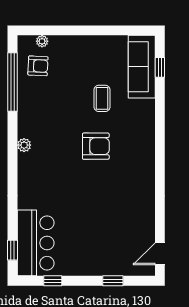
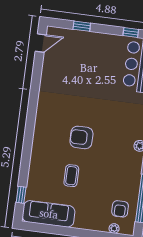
armchair: (38, 66) -> (120, 209), turned -93
sofa: (142, 67) -> (49, 214), moved, turned -90

